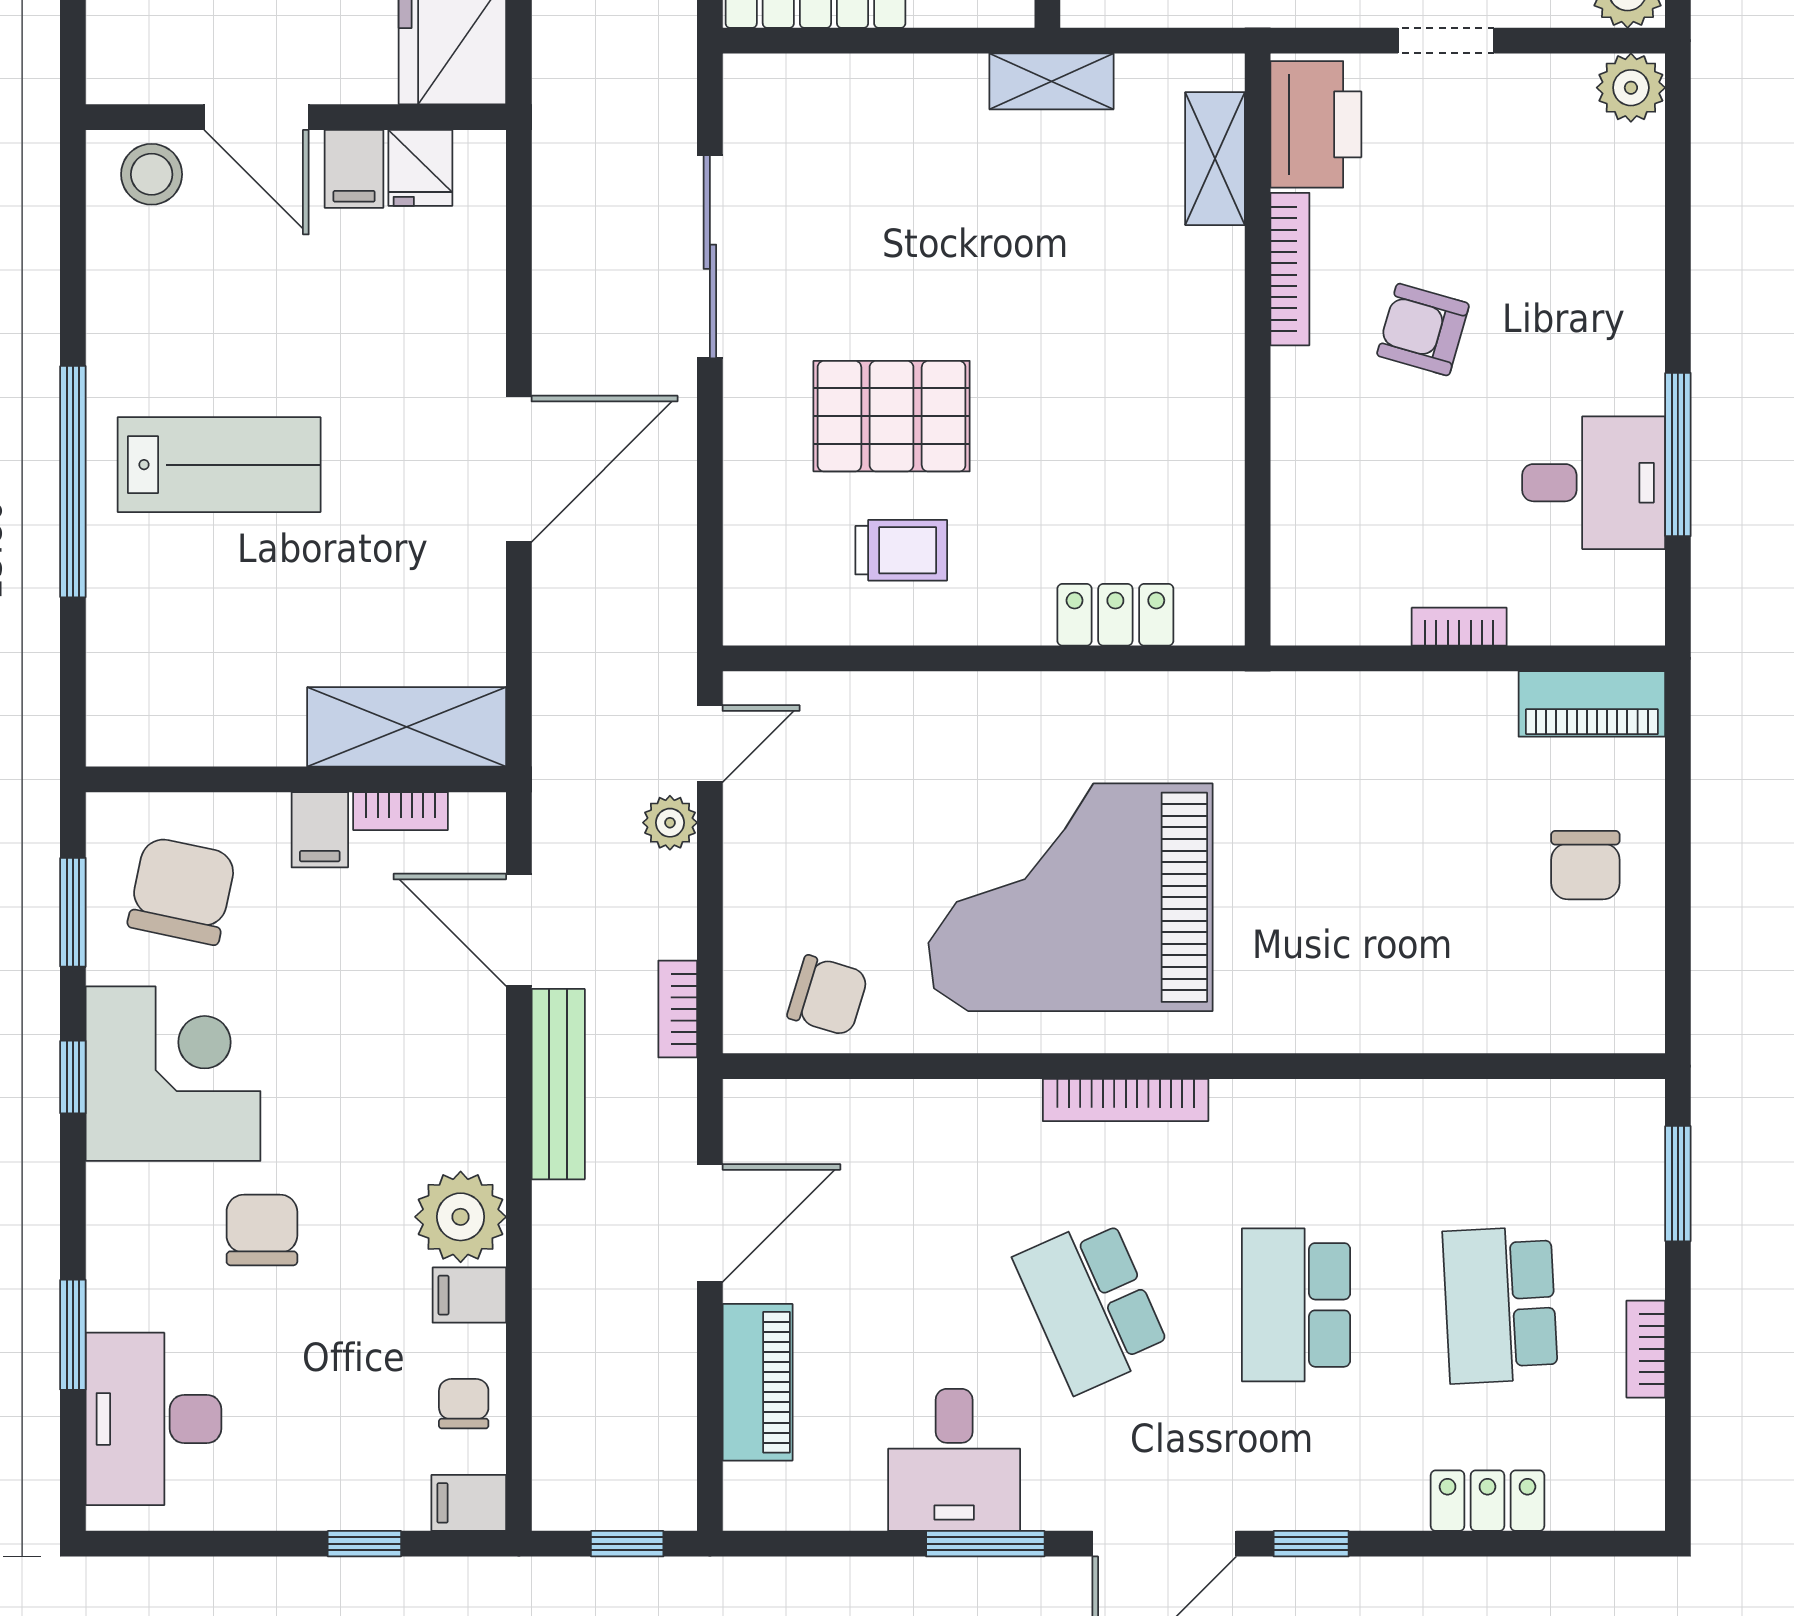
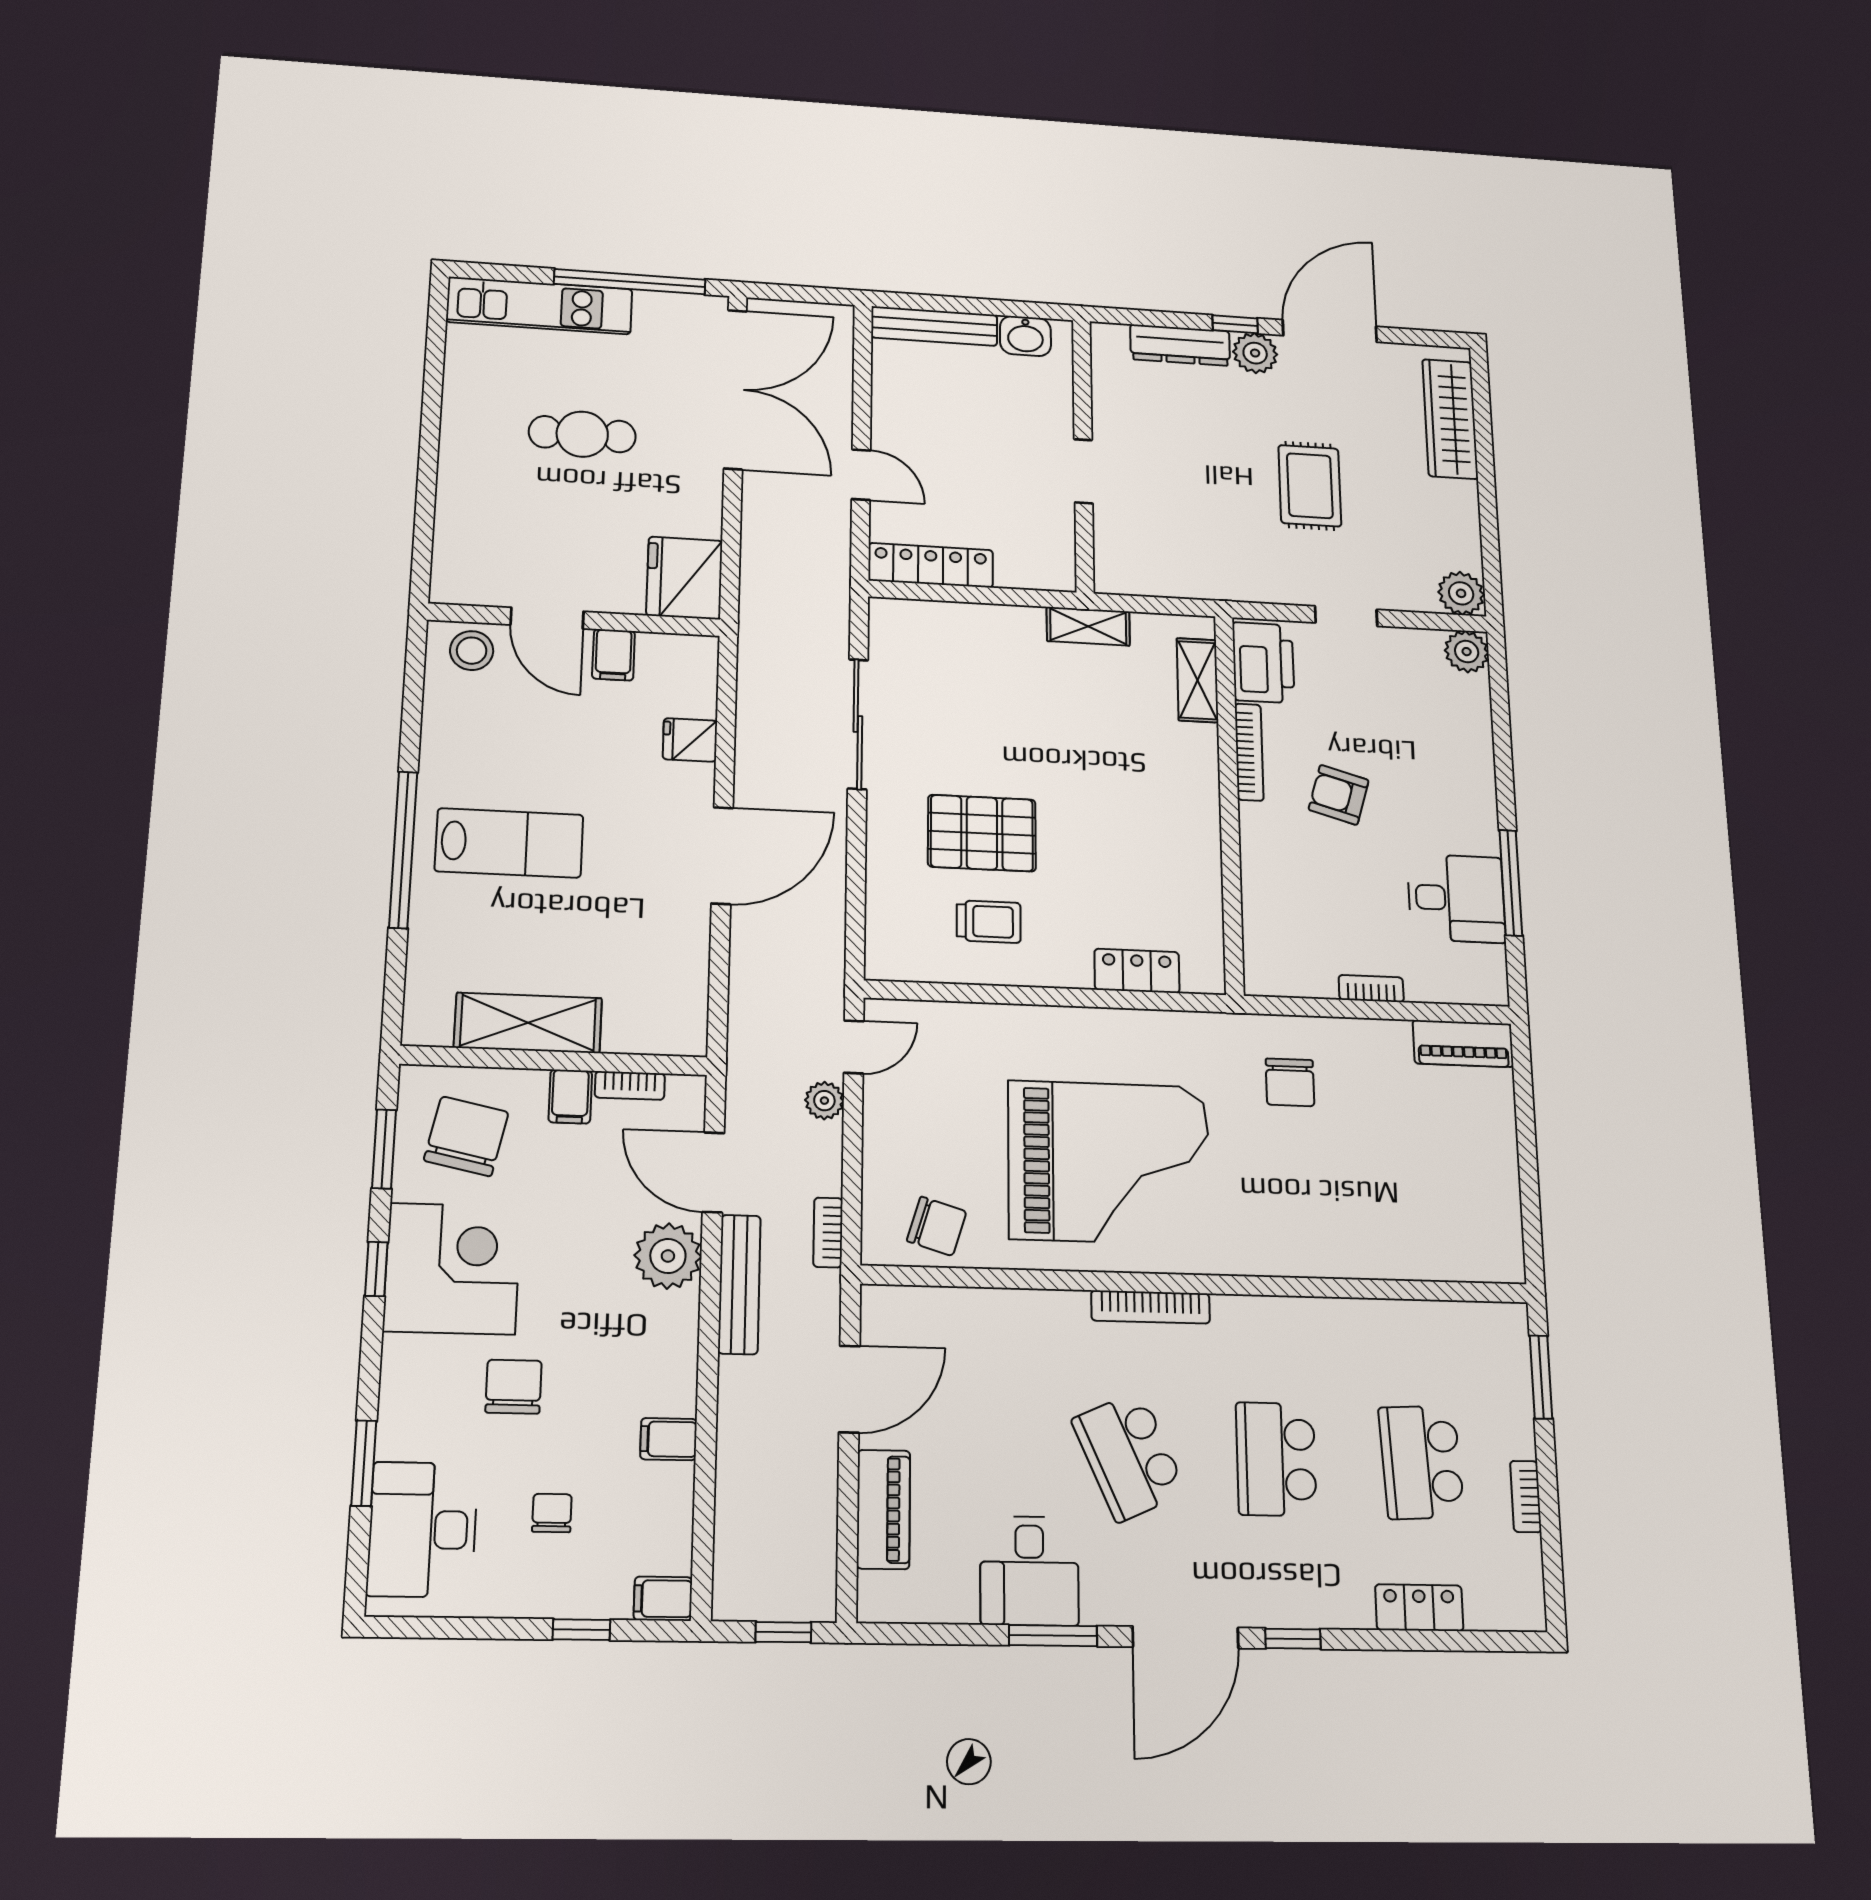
fridge: (420, 168) -> (690, 740), moved, turned 90
shelving: (407, 727) -> (528, 1023), moved
chair: (1585, 865) -> (1290, 1082), moved
grand piano: (1071, 897) -> (1109, 1162), turned 180
plant: (461, 1217) -> (668, 1256), moved
chair: (464, 1404) -> (552, 1513), moved

